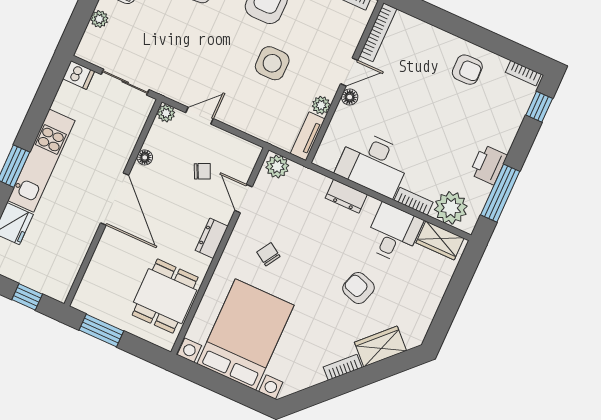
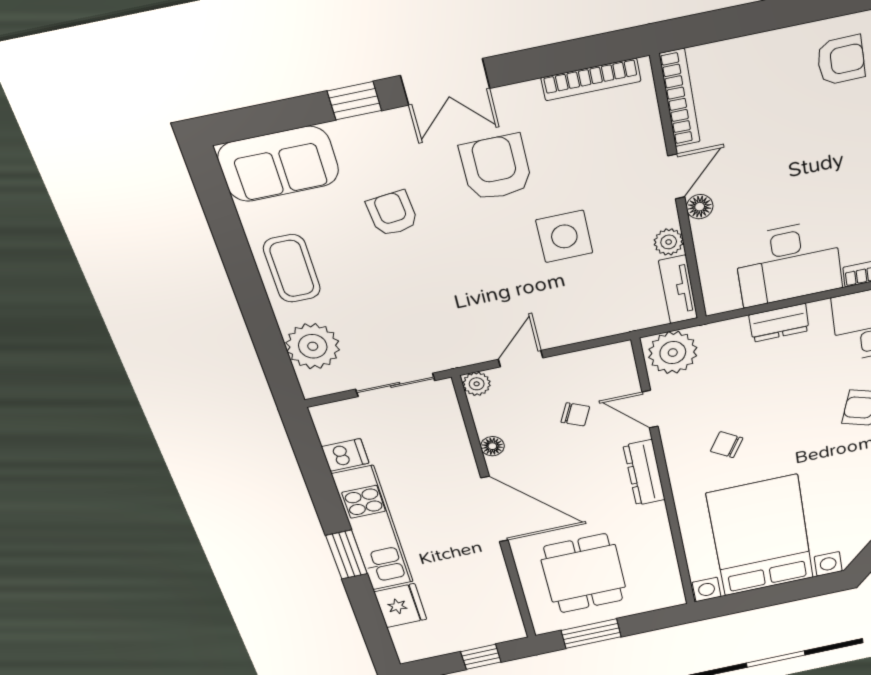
plant: (99, 19) -> (313, 346), width x1.88, depth x1.88
dishwasher: (79, 75) -> (345, 455), moved
plant: (277, 166) -> (673, 353), width x1.36, depth x1.36
chair: (202, 171) -> (575, 414), turned 50
dresser: (212, 238) -> (644, 473), width x1.44
dining table: (165, 296) -> (584, 574), moved

